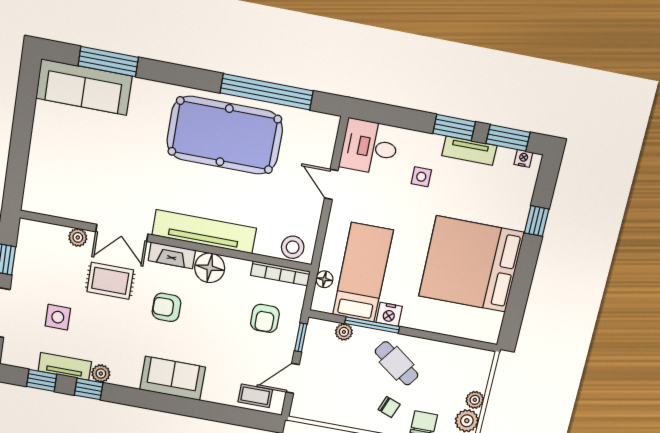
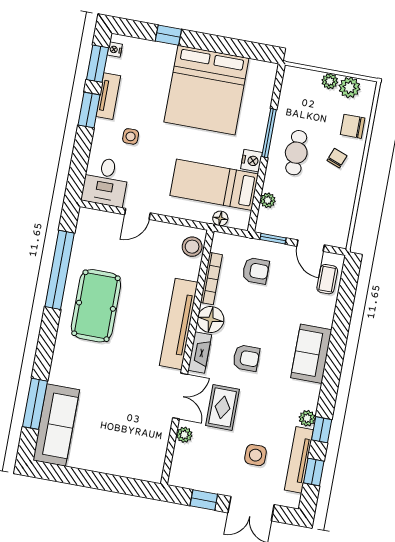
pool table: (225, 135) -> (96, 306), width x0.73, depth x0.76
bookcase: (280, 273) -> (211, 279), moved
armchair: (166, 307) -> (246, 358), turned -90
window: (372, 325) -> (269, 133), moved
cafe table: (397, 363) -> (296, 153), turned -36
tv unit: (65, 366) -> (299, 460), width x1.41

